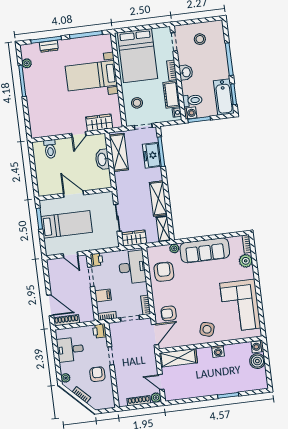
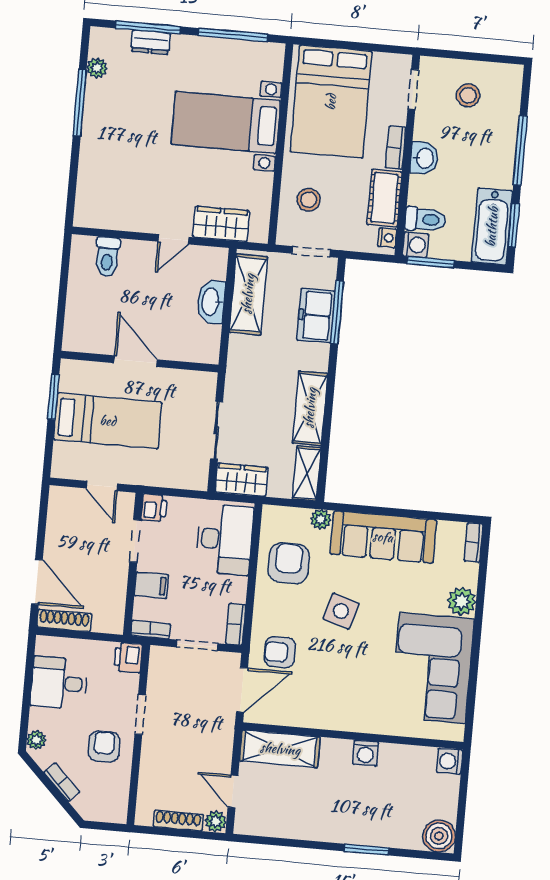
plant: (246, 261) -> (462, 601), moved
side table: (207, 329) -> (341, 611), moved
boiler: (257, 361) -> (439, 836), moved

